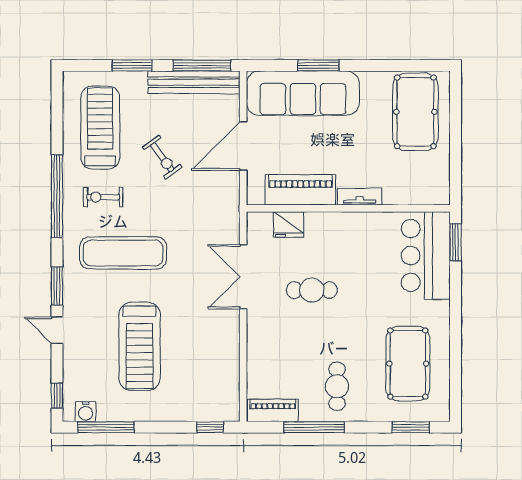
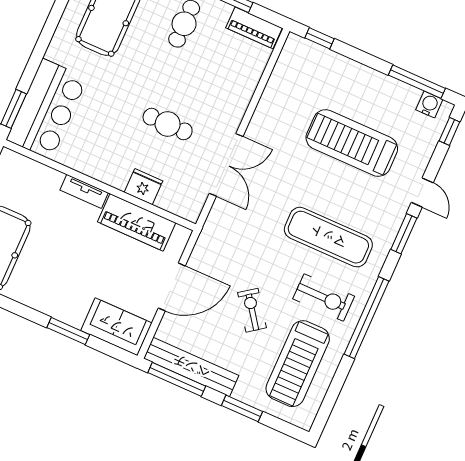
sofa: (303, 93) -> (116, 327), width x0.54, depth x0.79
exercise bike: (103, 197) -> (324, 298), width x1.38, depth x1.39
fridge: (289, 225) -> (144, 187), moved
treadmill: (140, 346) -> (352, 143), turned -90

